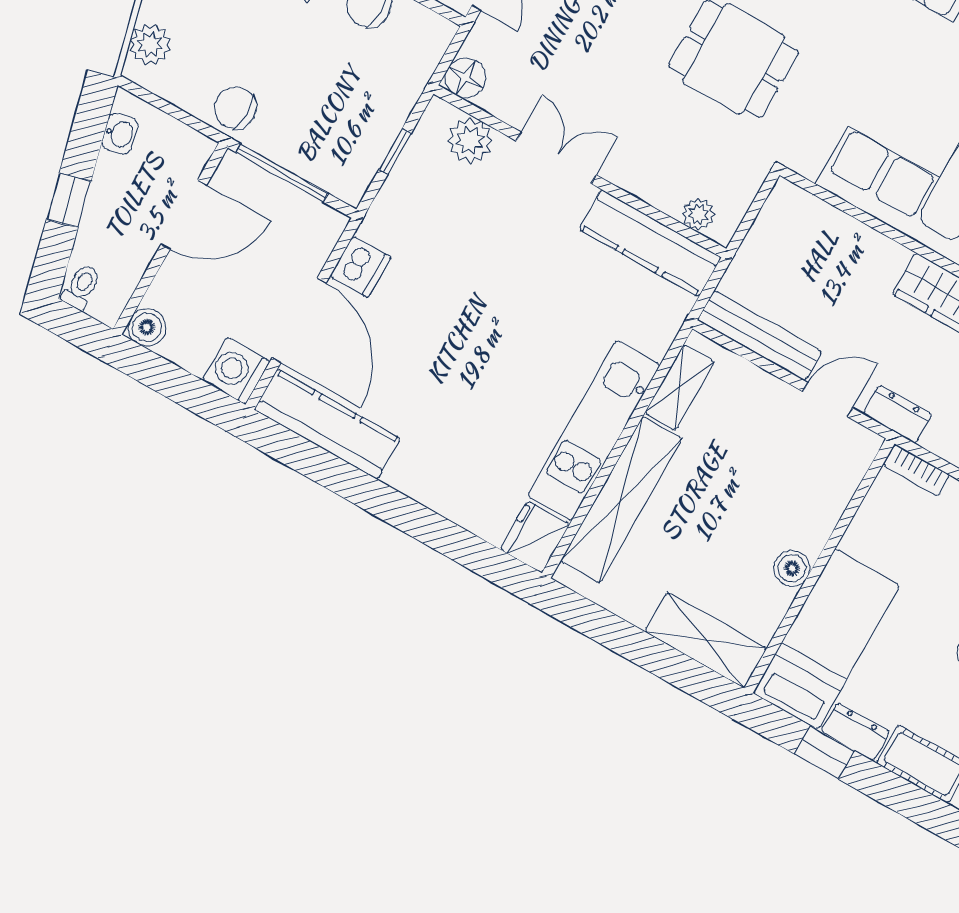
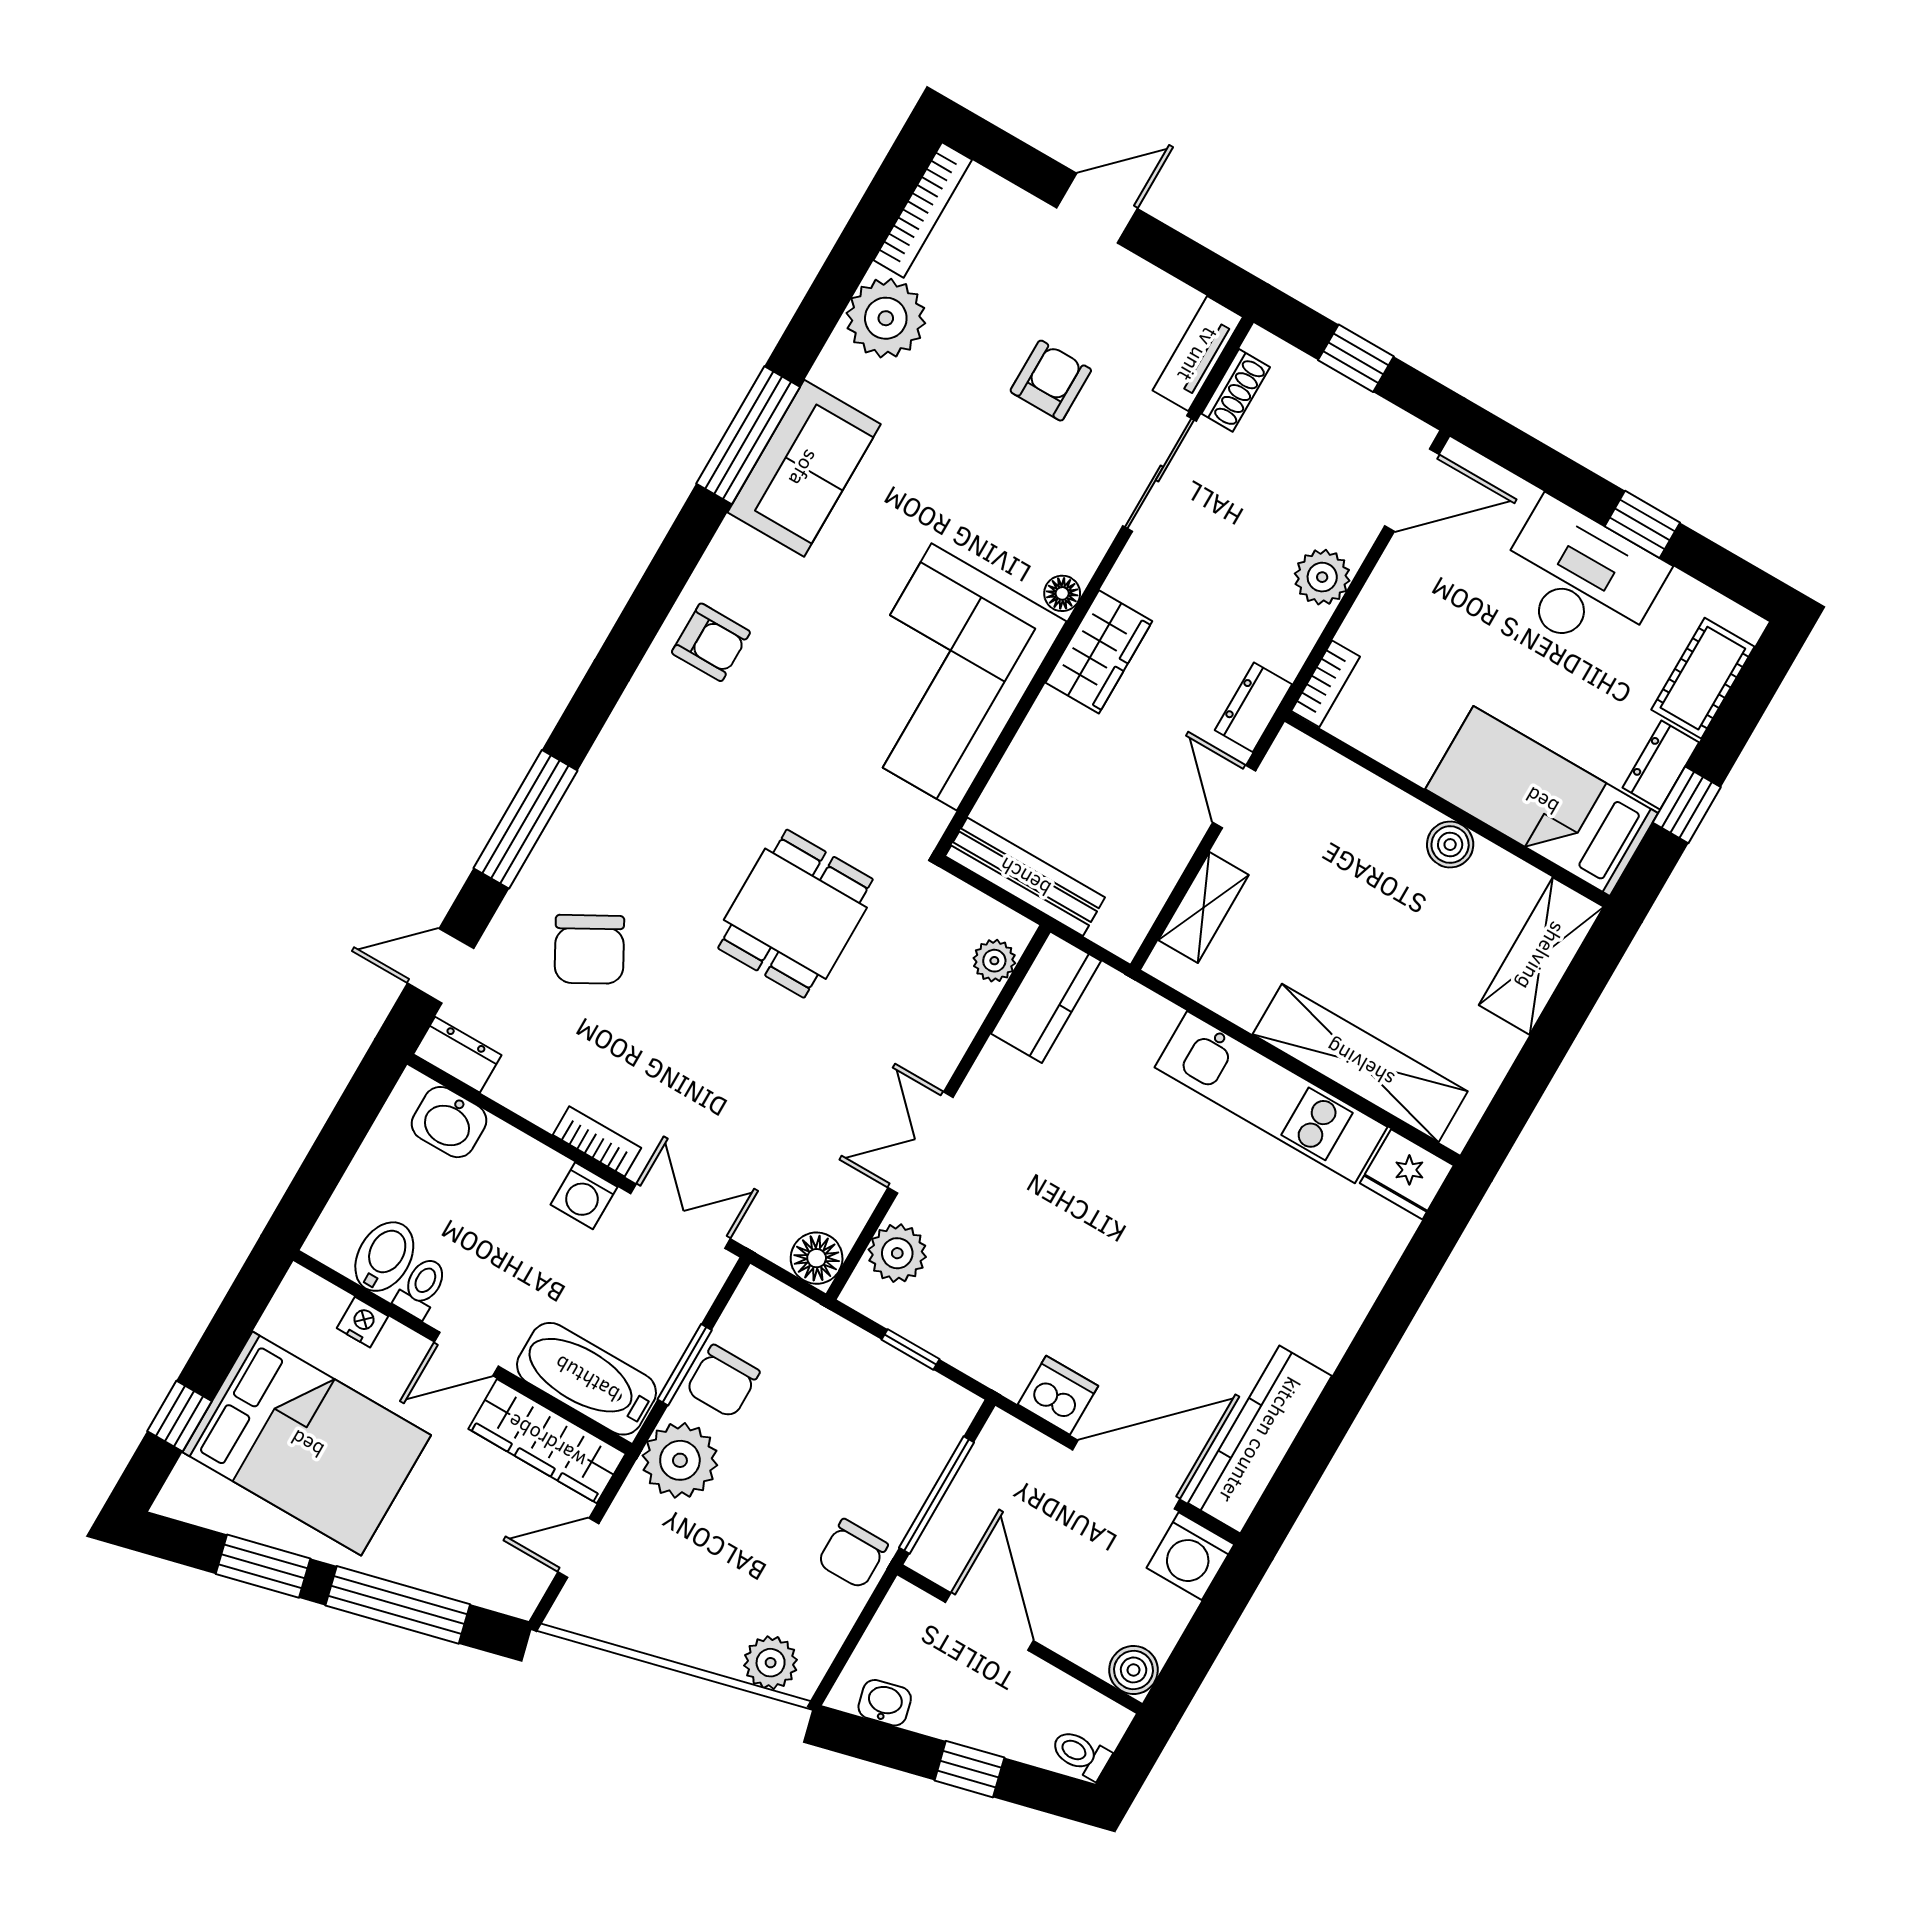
kitchen counter: (650, 243) -> (1046, 997), width x0.67
bench: (760, 336) -> (1025, 877), moved, turned 90
shelving: (679, 387) -> (1204, 907), moved, turned 90

